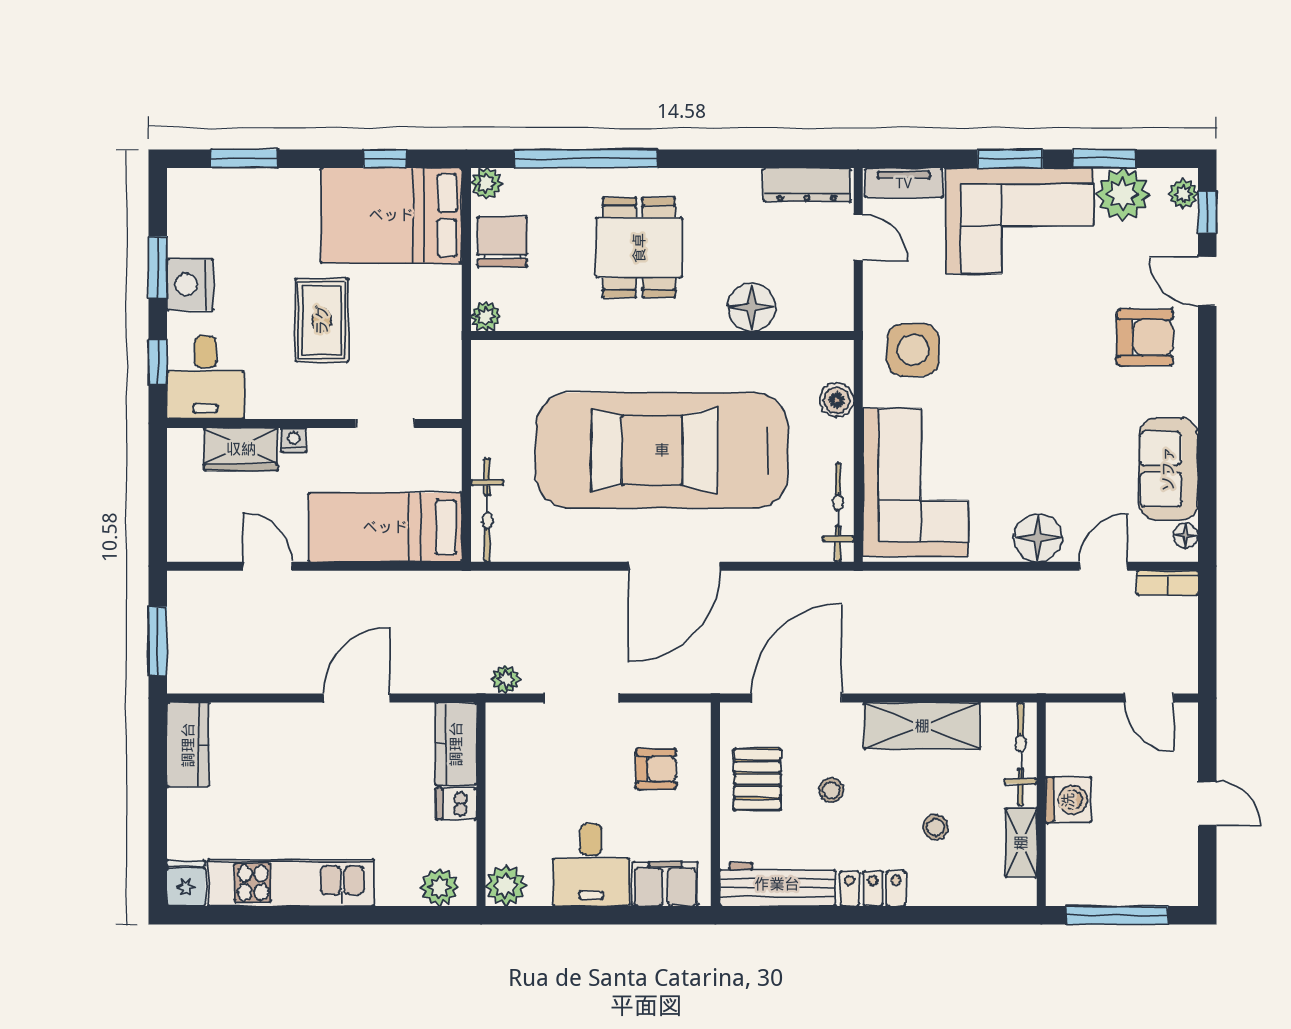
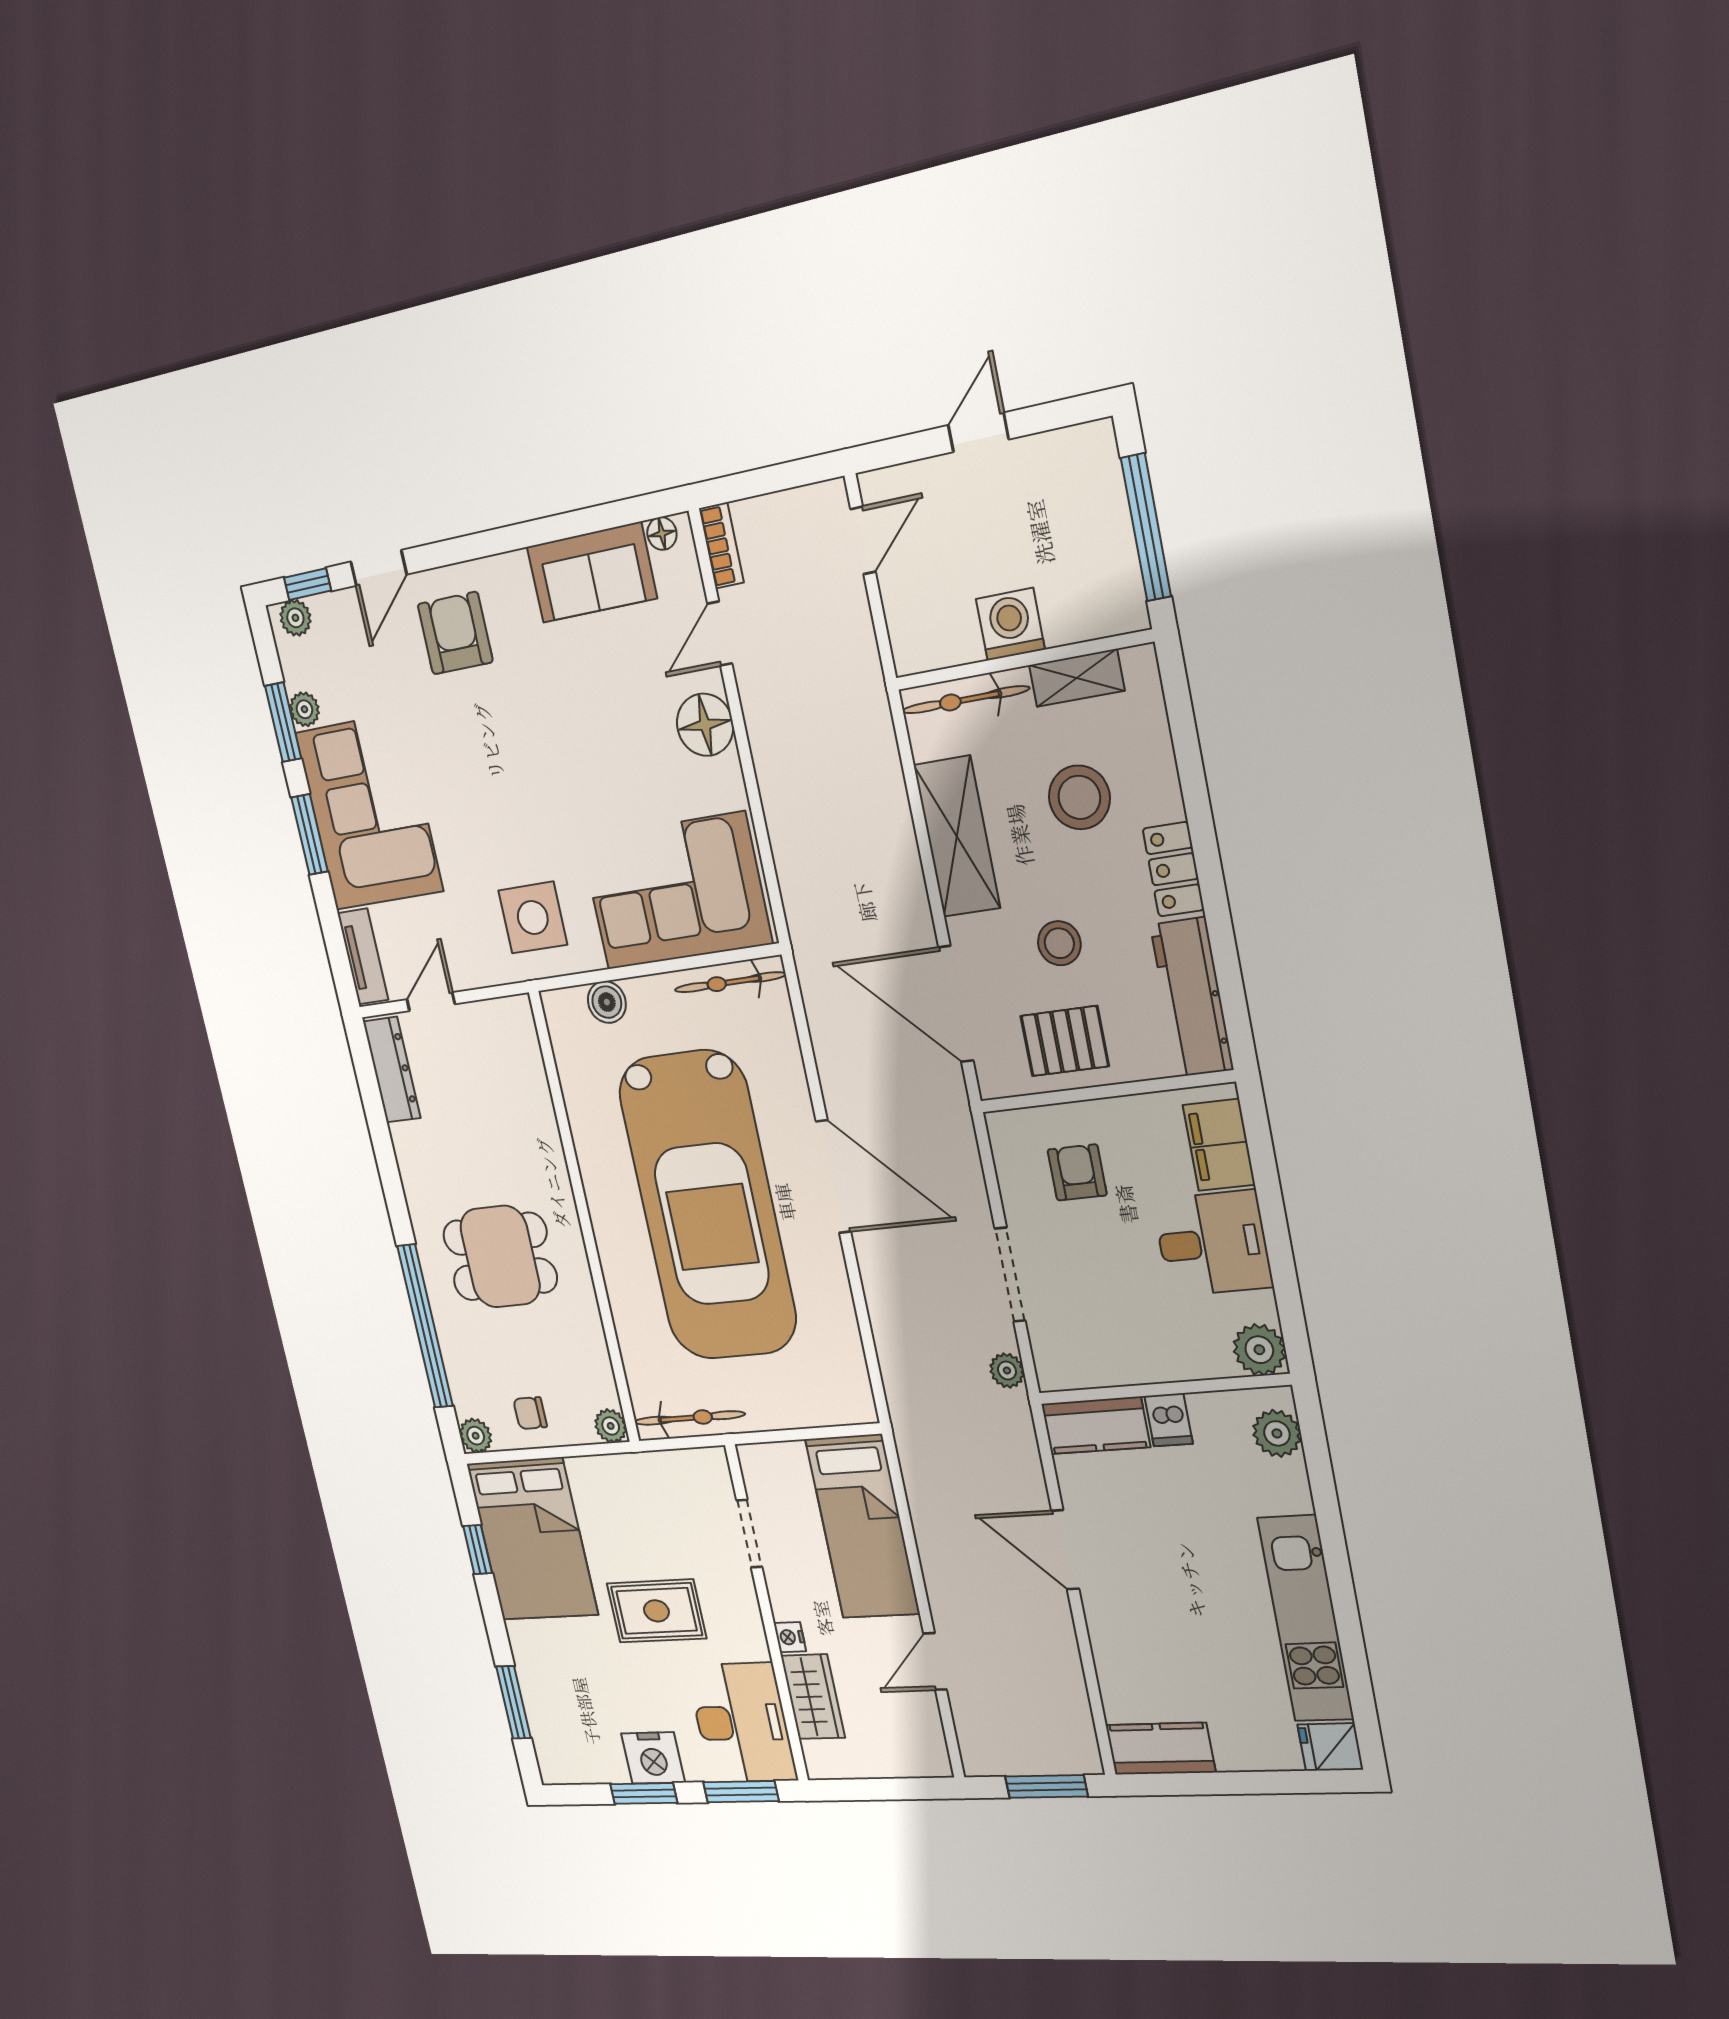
plant: (1123, 194) -> (304, 709), width x0.53, depth x0.53
chair: (502, 242) -> (530, 1413), width x0.54, depth x0.54
floor lamp: (752, 307) -> (531, 1118), removed
window: (158, 362) -> (741, 1792), width x1.50
desk: (205, 378) -> (742, 1723), width x1.37
bicycle: (487, 510) -> (689, 1418), moved
door: (1104, 566) -> (720, 634), hinge flipped
stool: (831, 790) -> (1059, 943), width x1.37, depth x1.37
stool: (936, 827) -> (1079, 797), width x1.89, depth x1.89

